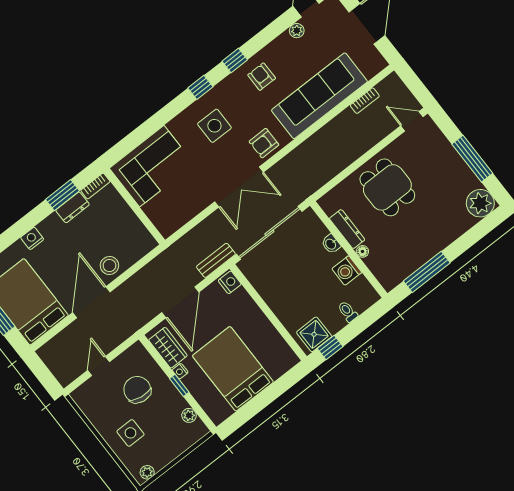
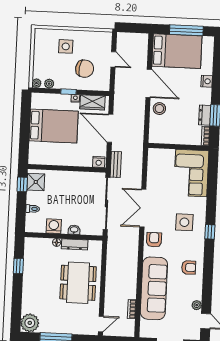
window: (235, 61) -> (208, 261), removed
dining table: (387, 187) -> (78, 283), width x1.38
window: (427, 272) -> (18, 266), width x0.46
plant: (147, 472) -> (36, 83), moved

